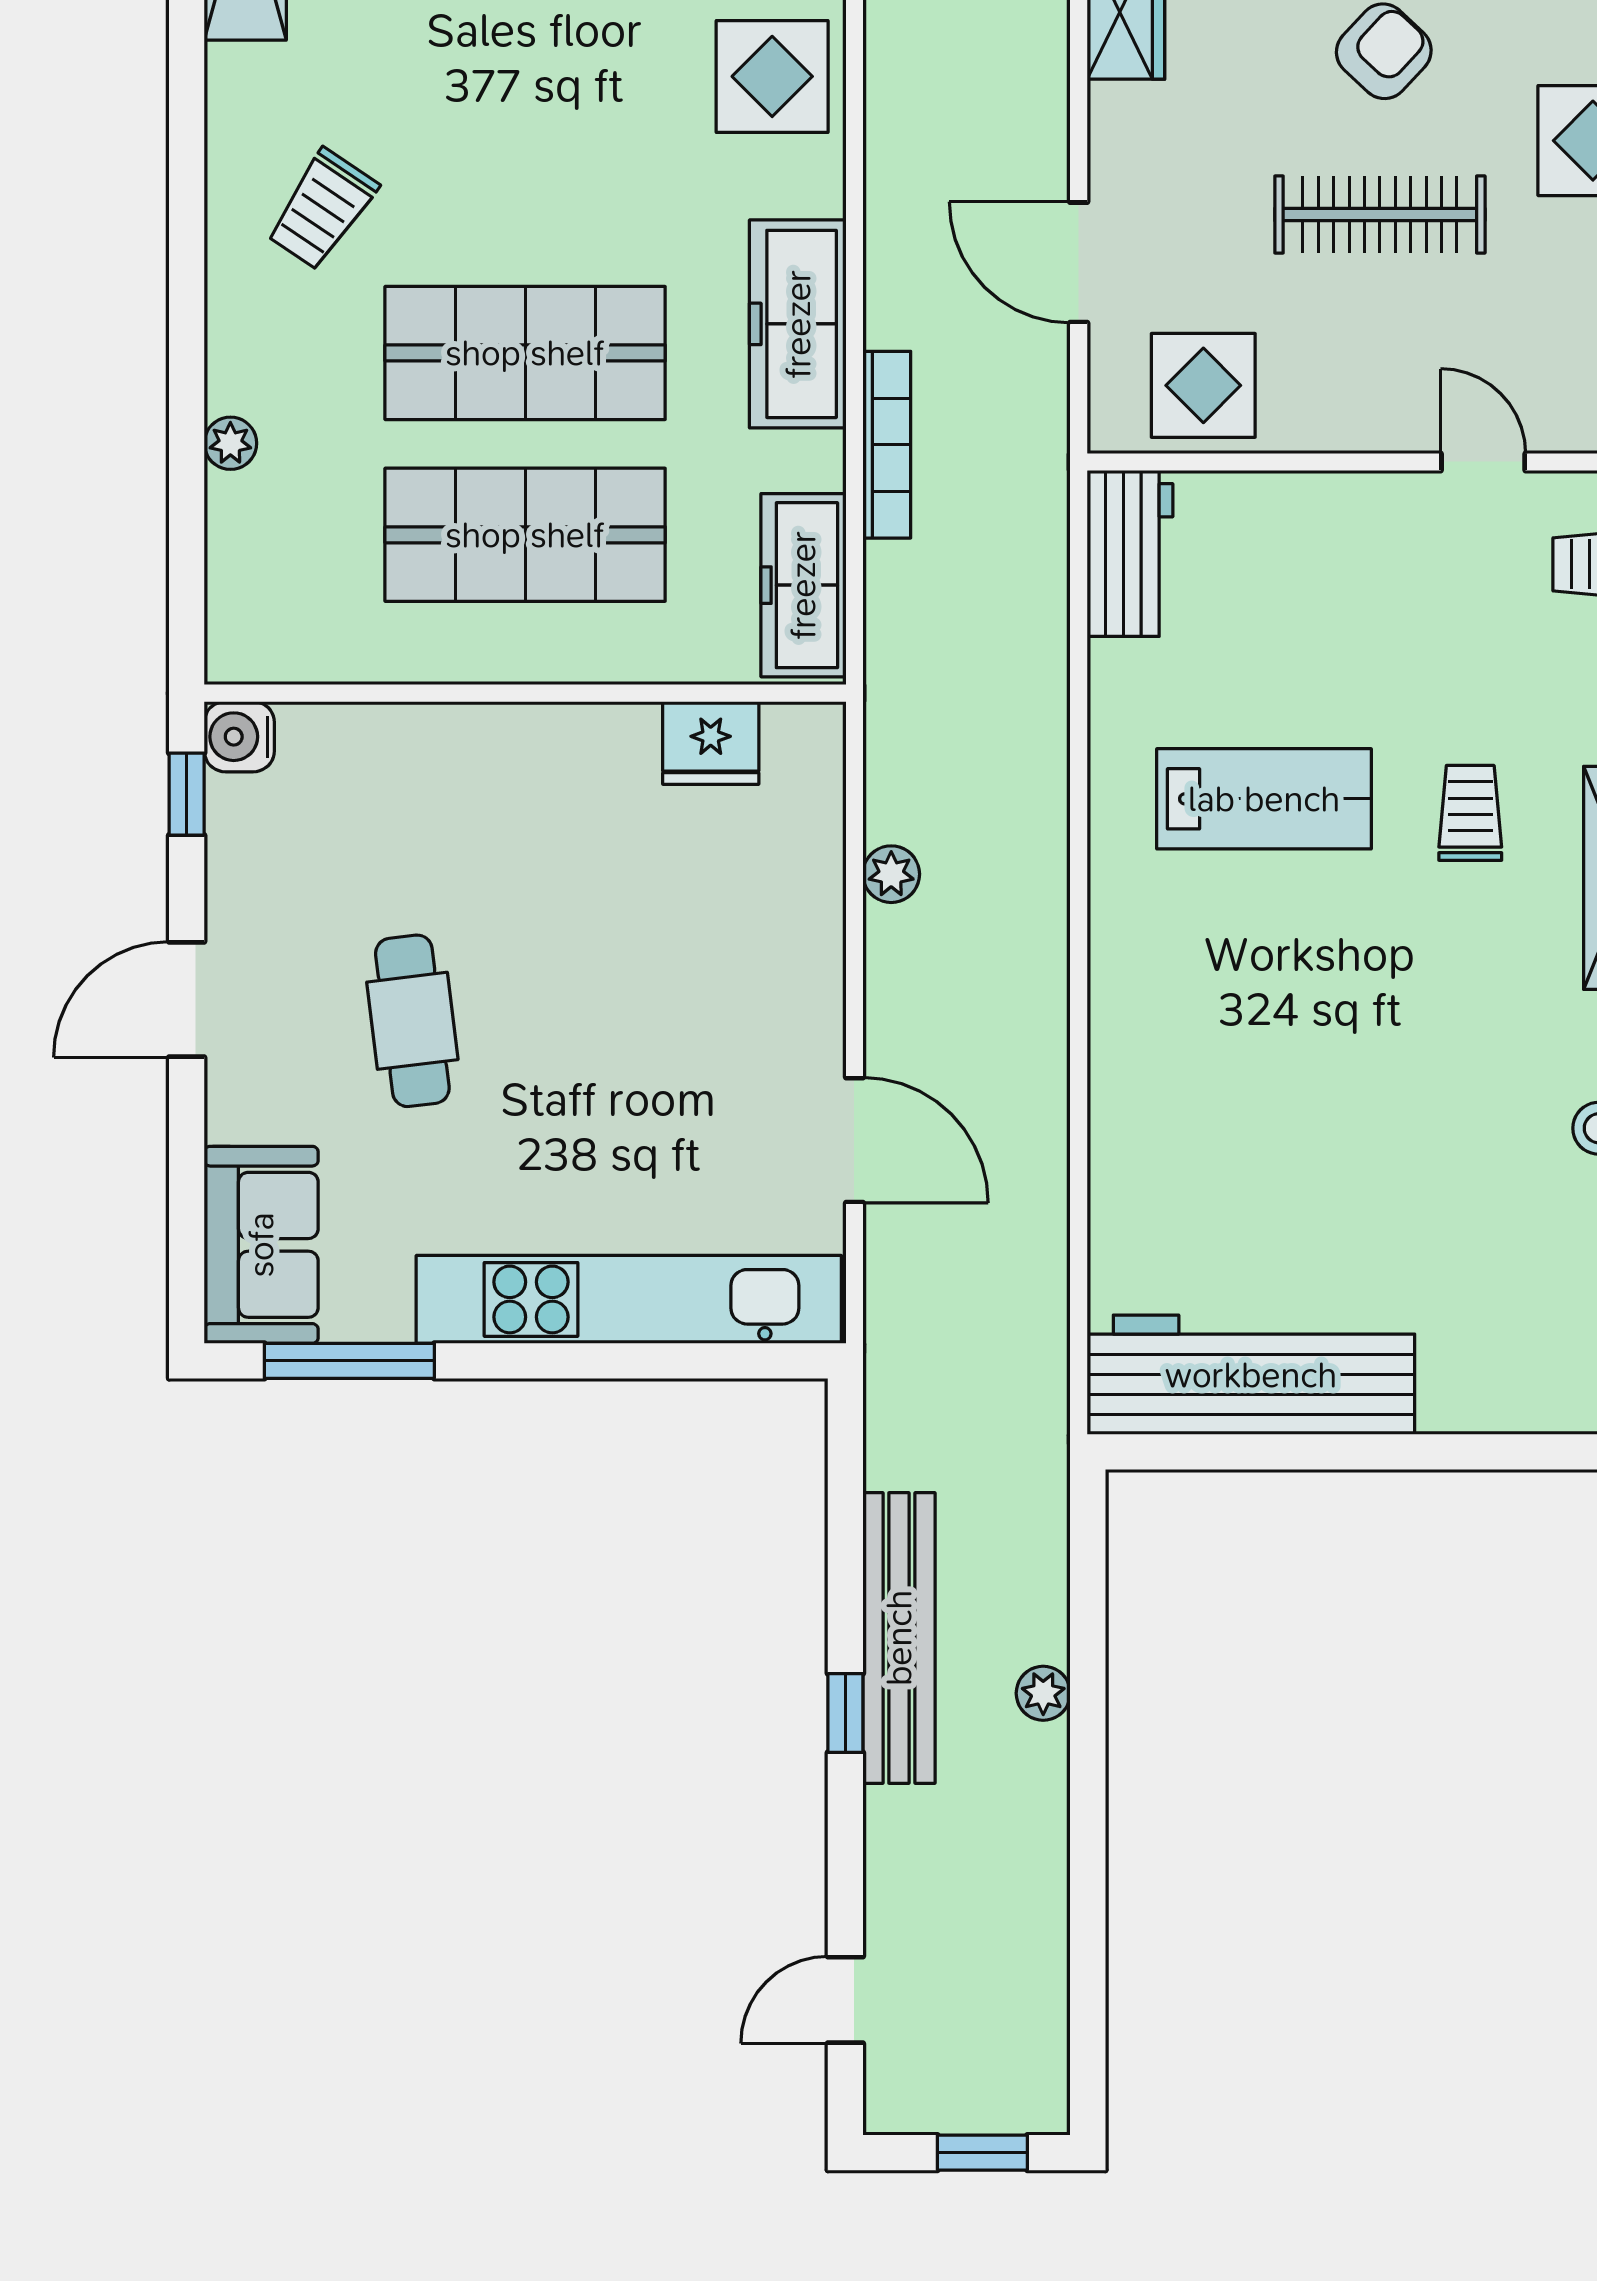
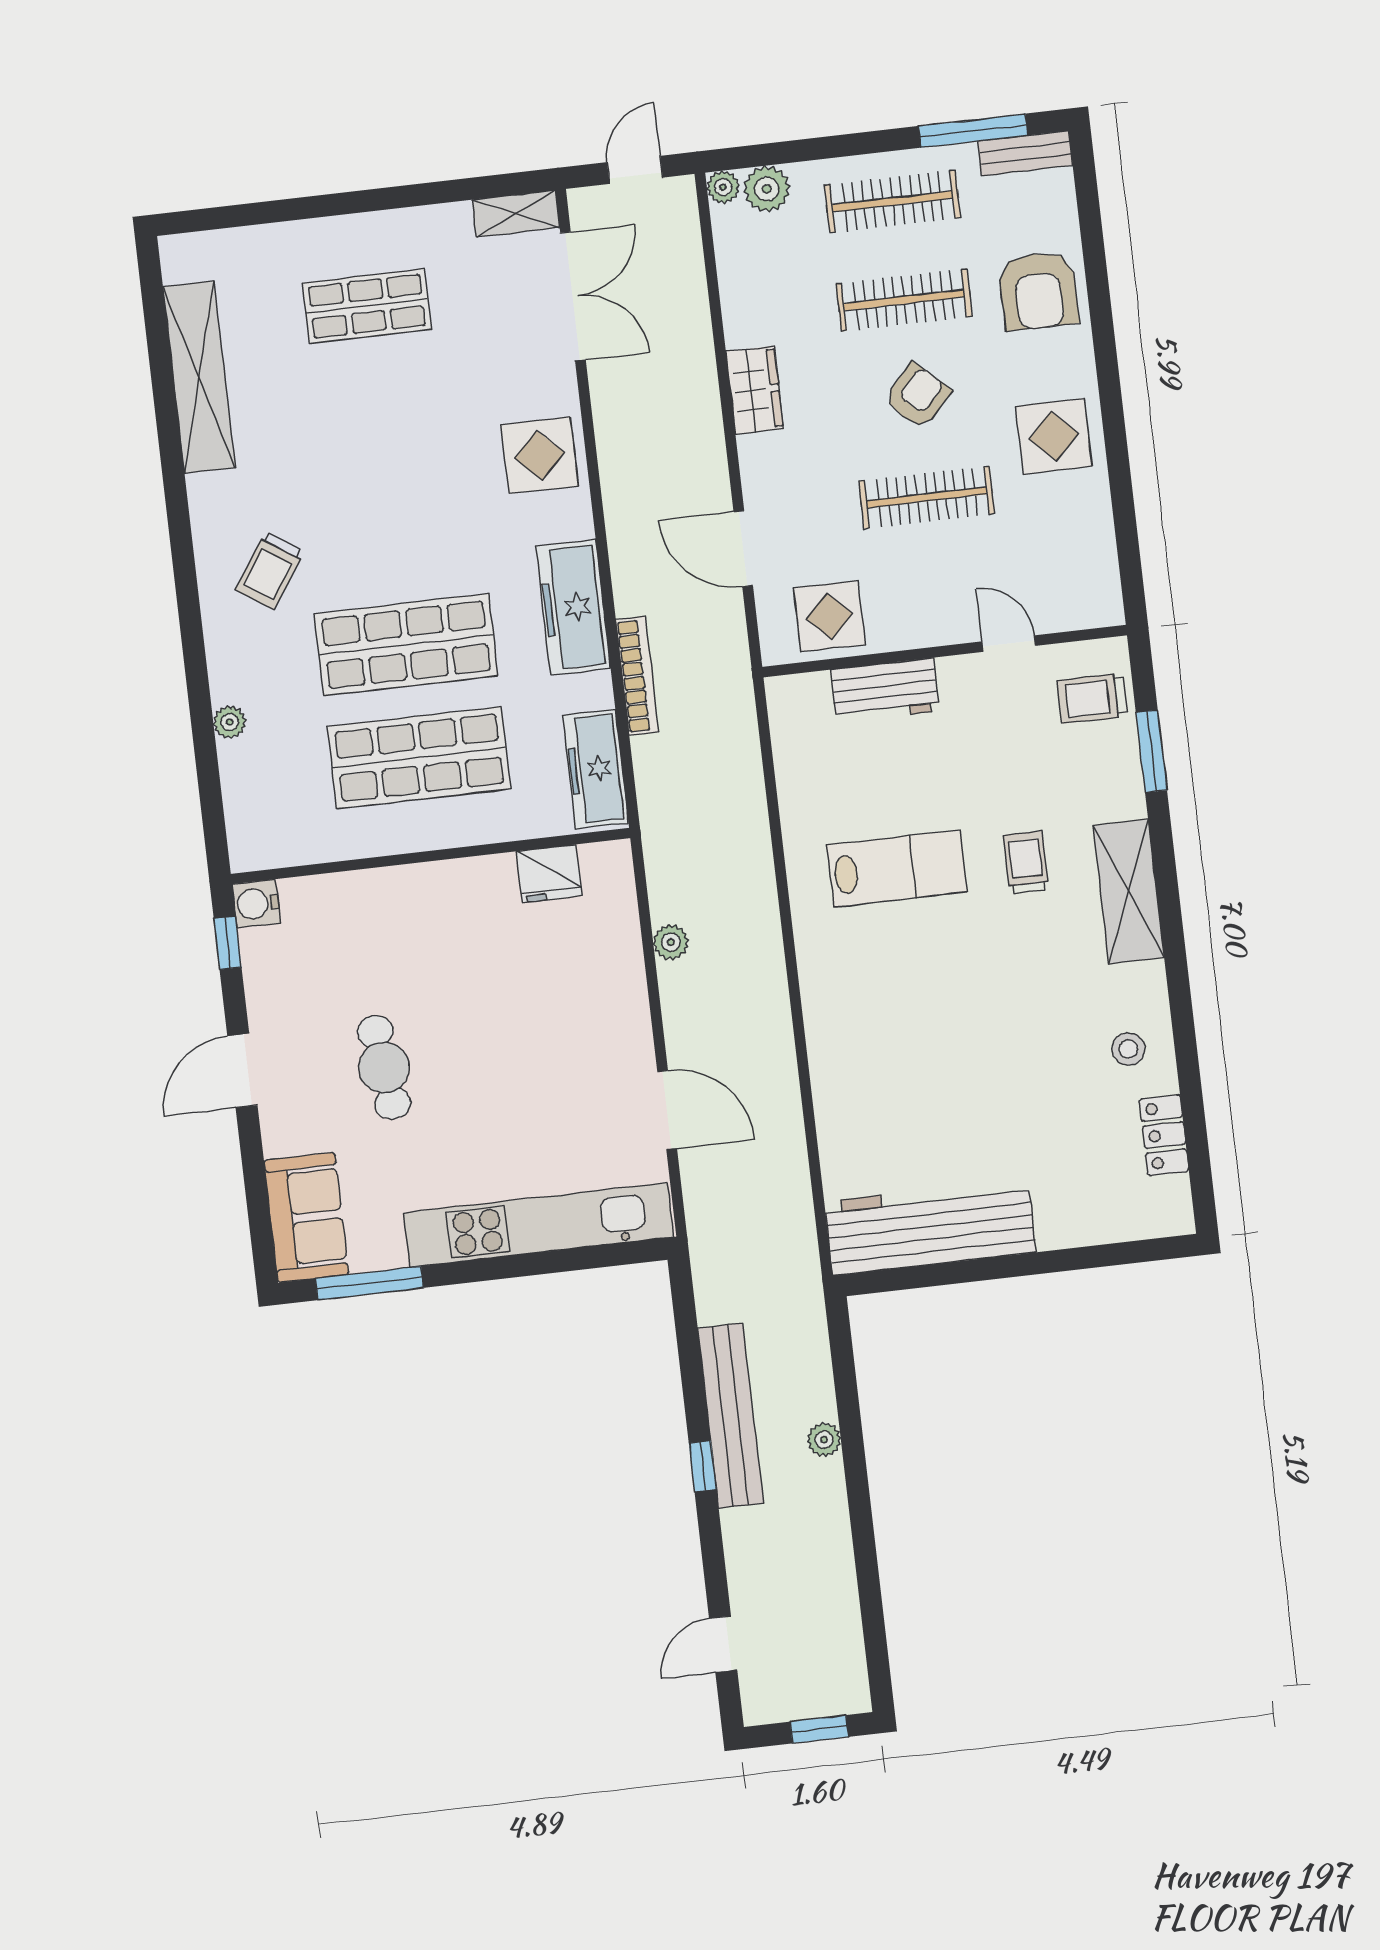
workbench: (1130, 553) -> (885, 690), moved, turned 90

